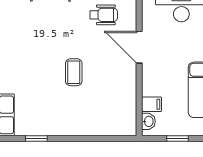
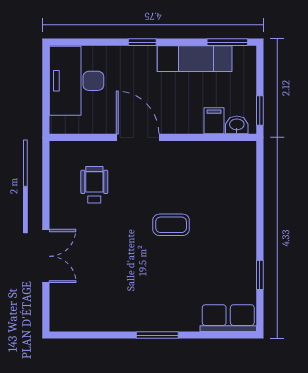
door: (139, 47) -> (138, 137), swing flipped
window: (177, 139) -> (260, 110), moved

